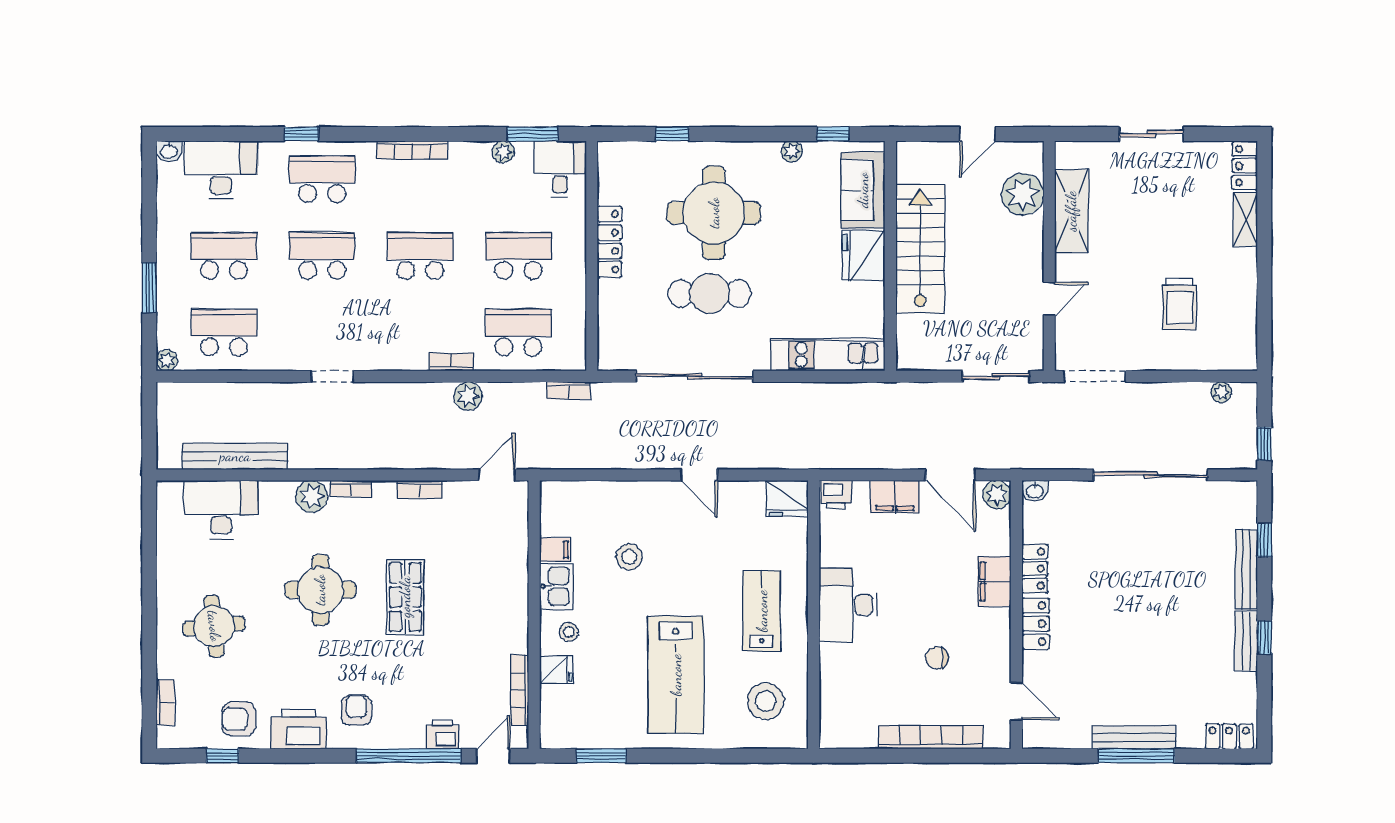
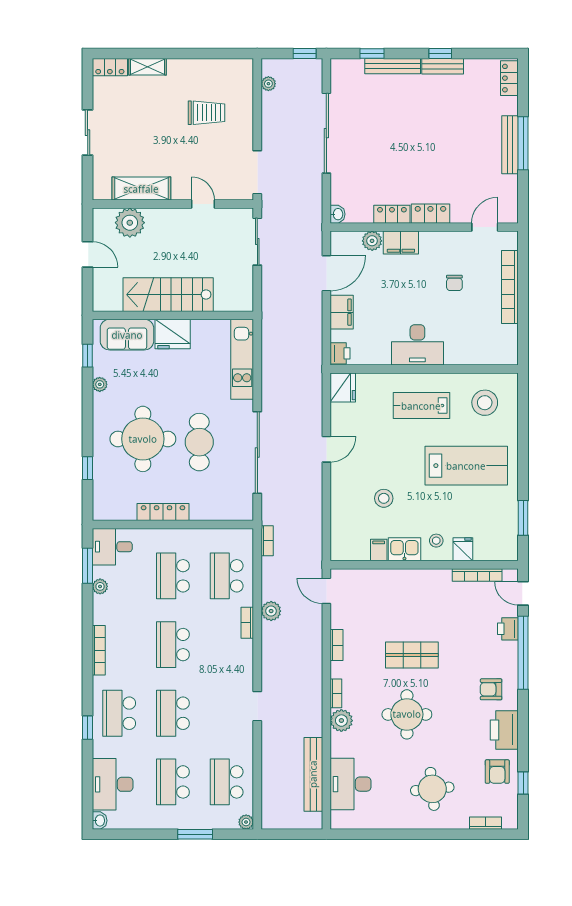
plant: (997, 495) -> (372, 241), moved

